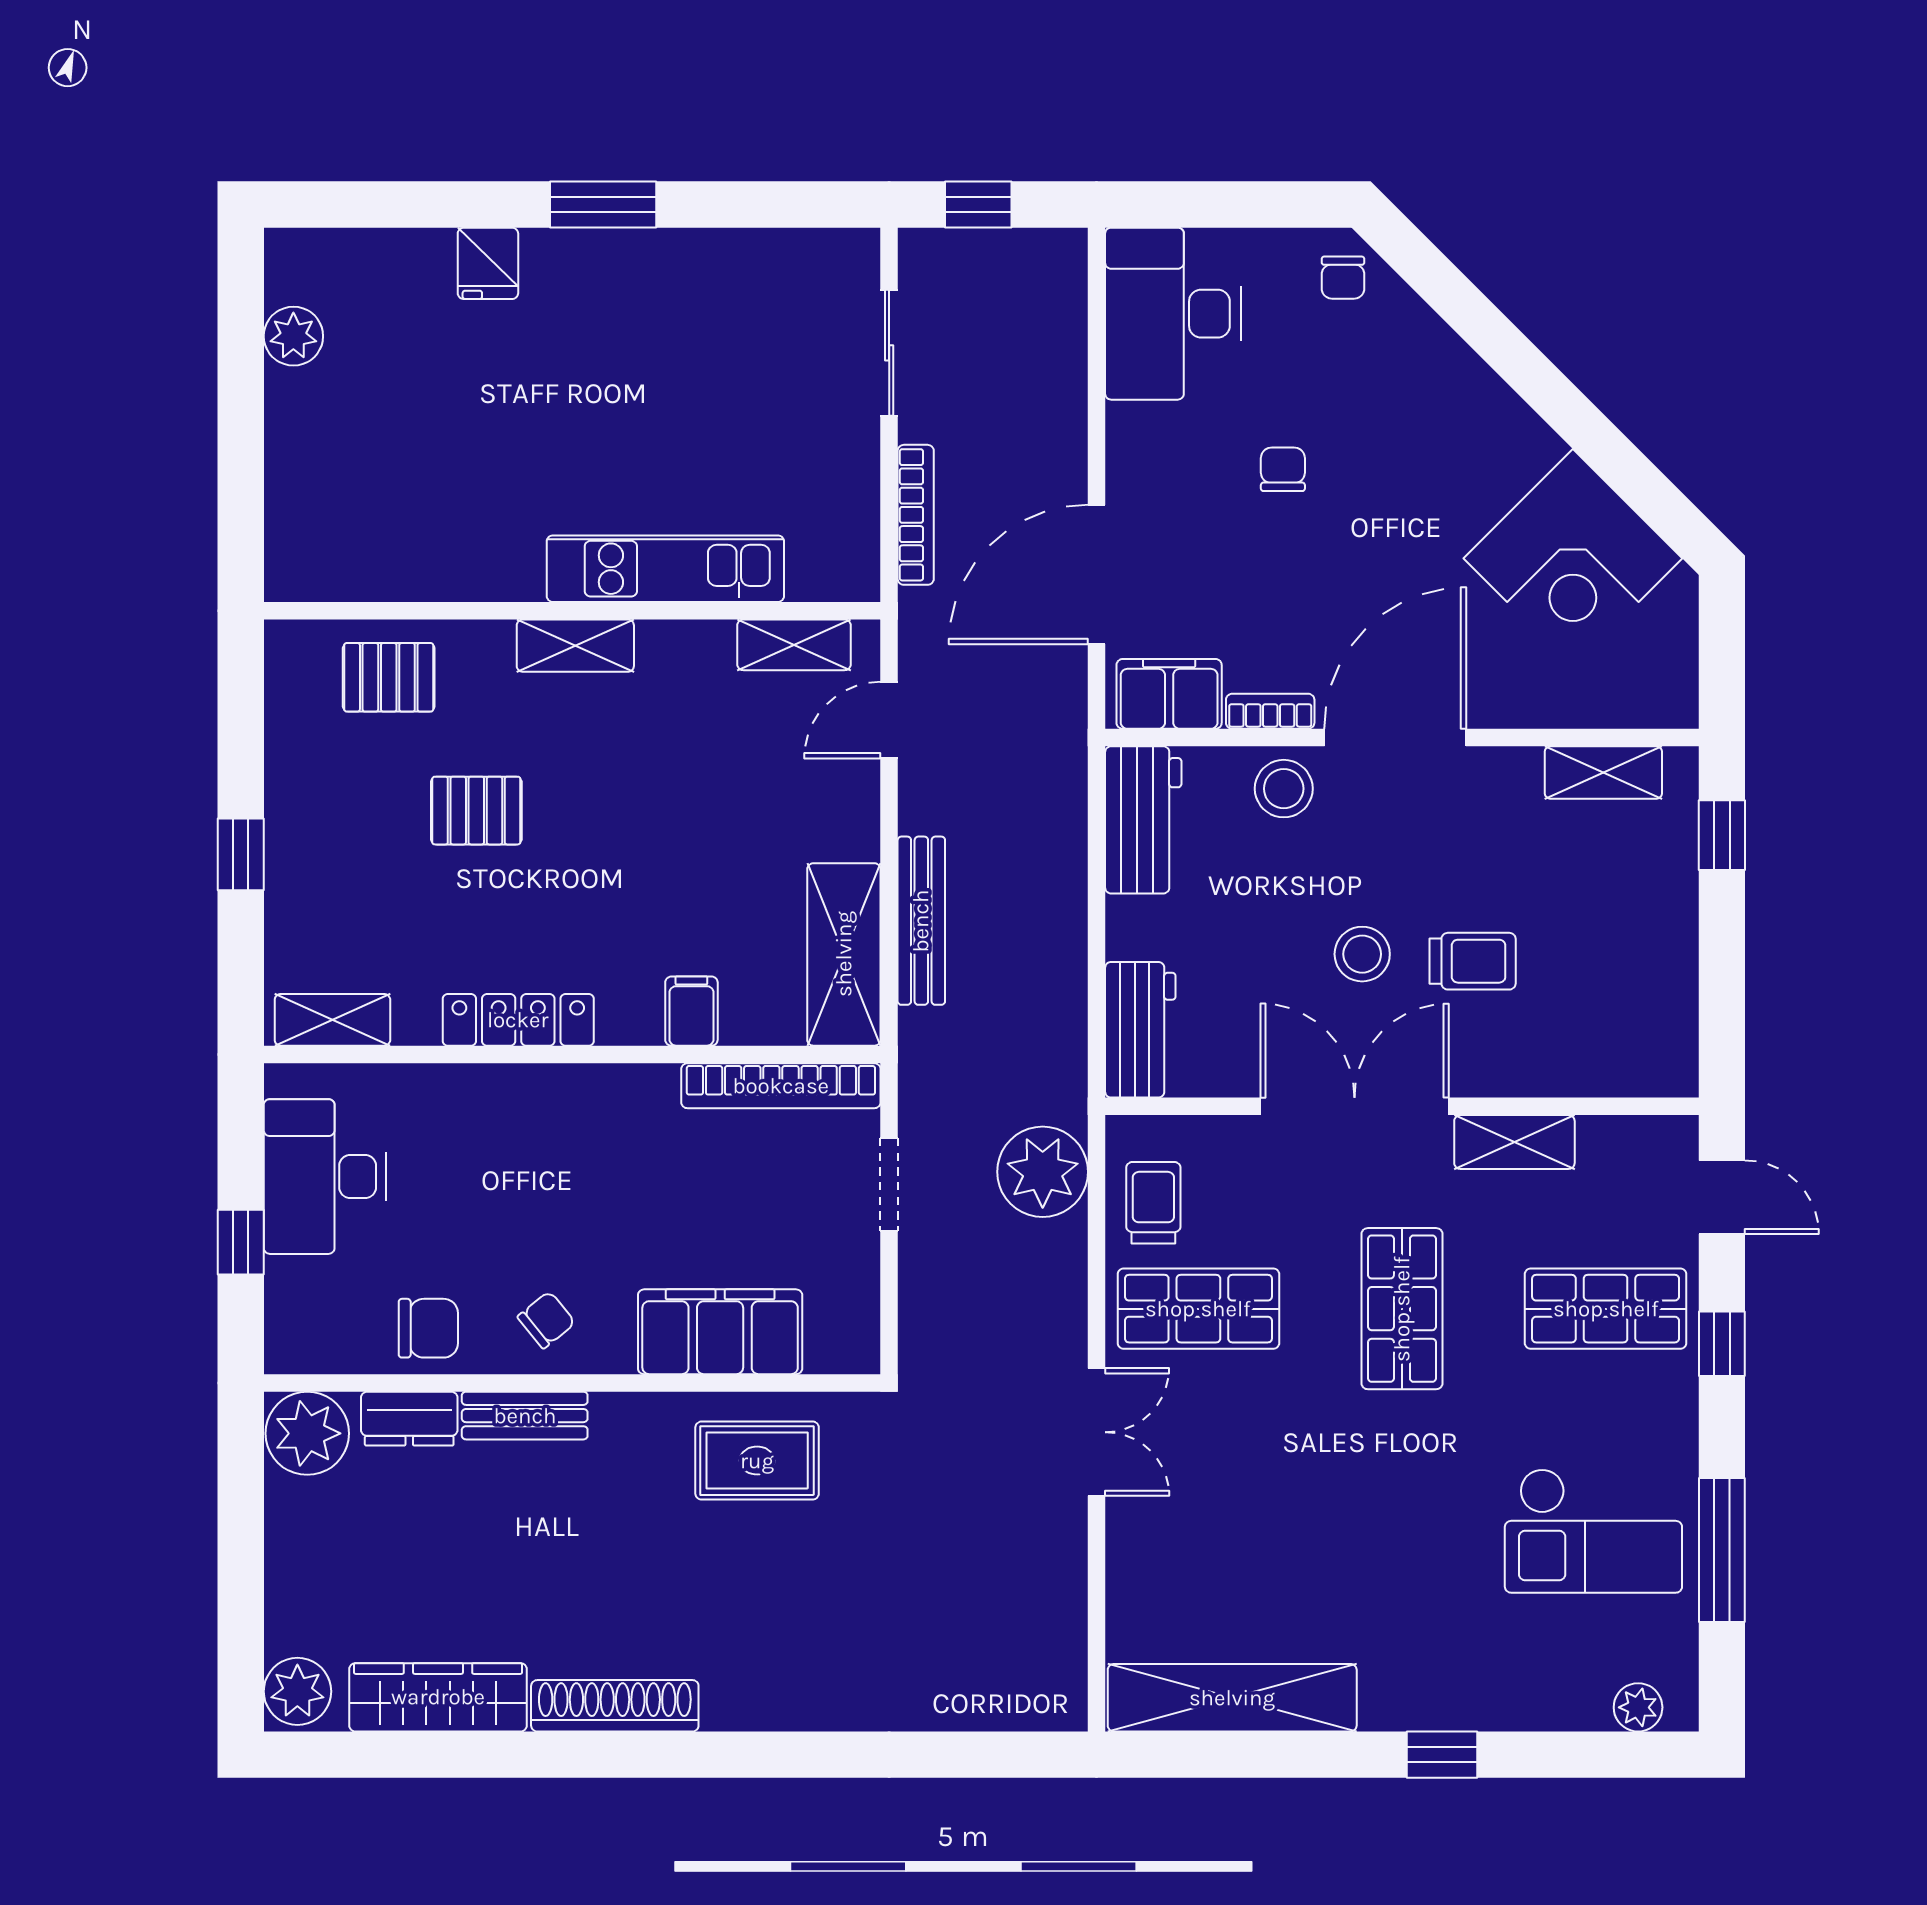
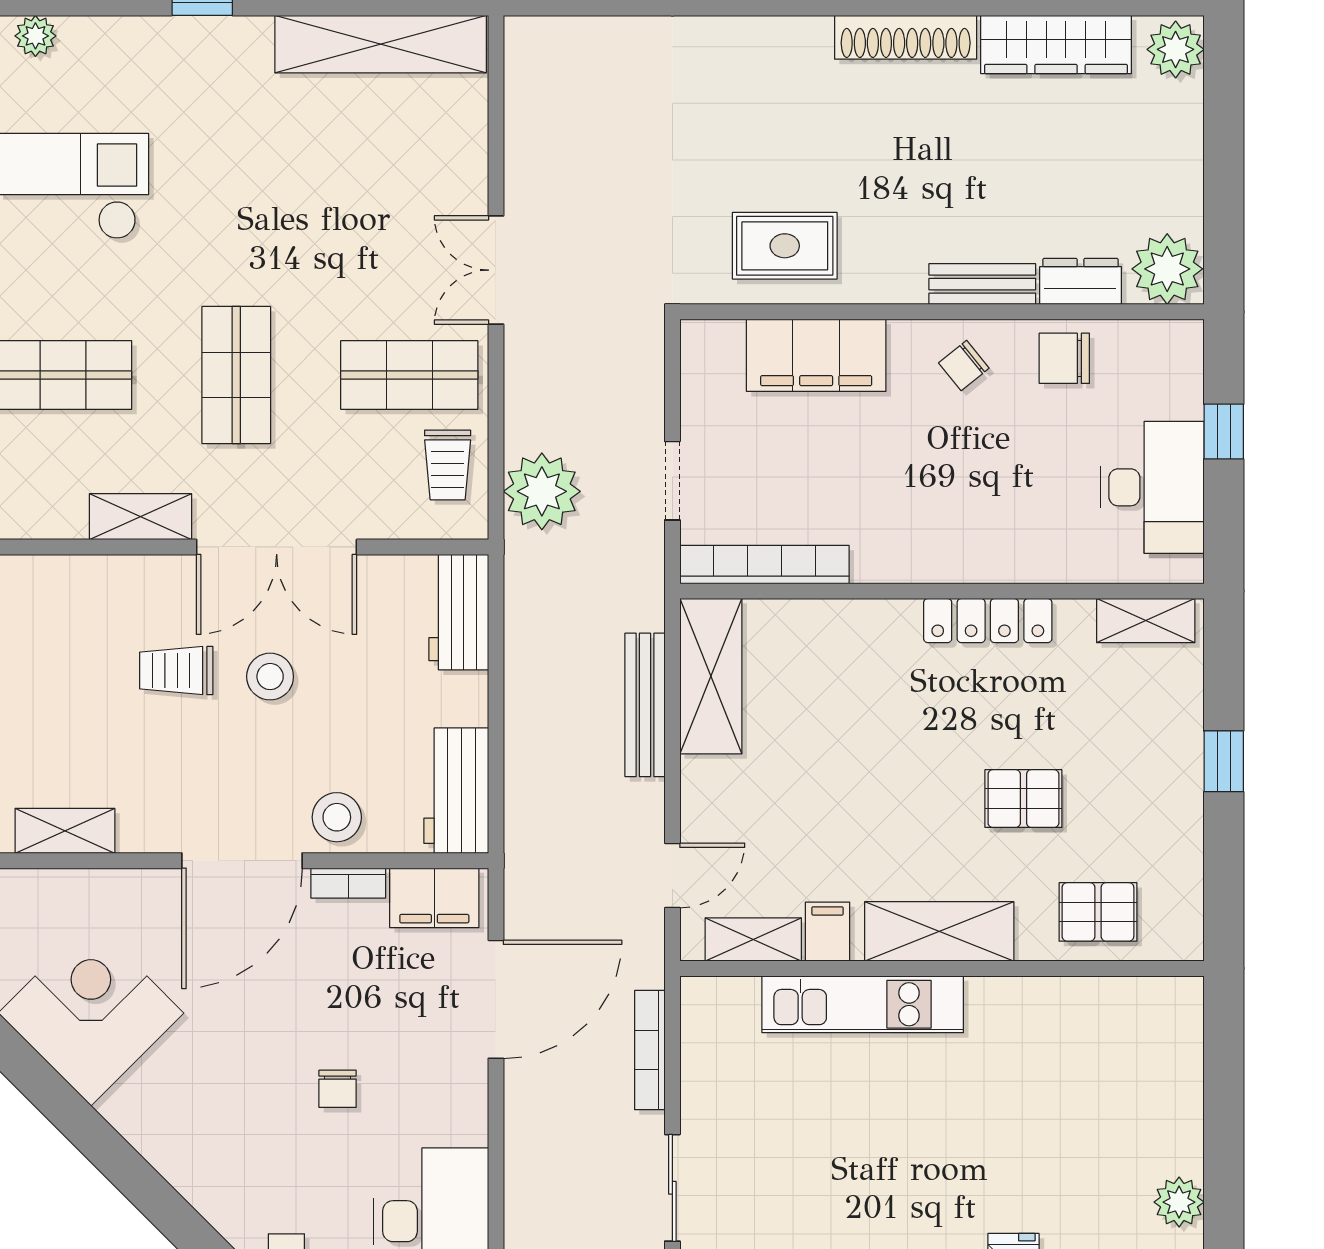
shelving: (575, 646) -> (939, 931), width x1.50, depth x1.33
filing cabinet: (691, 1011) -> (827, 932), moved, turned 180

